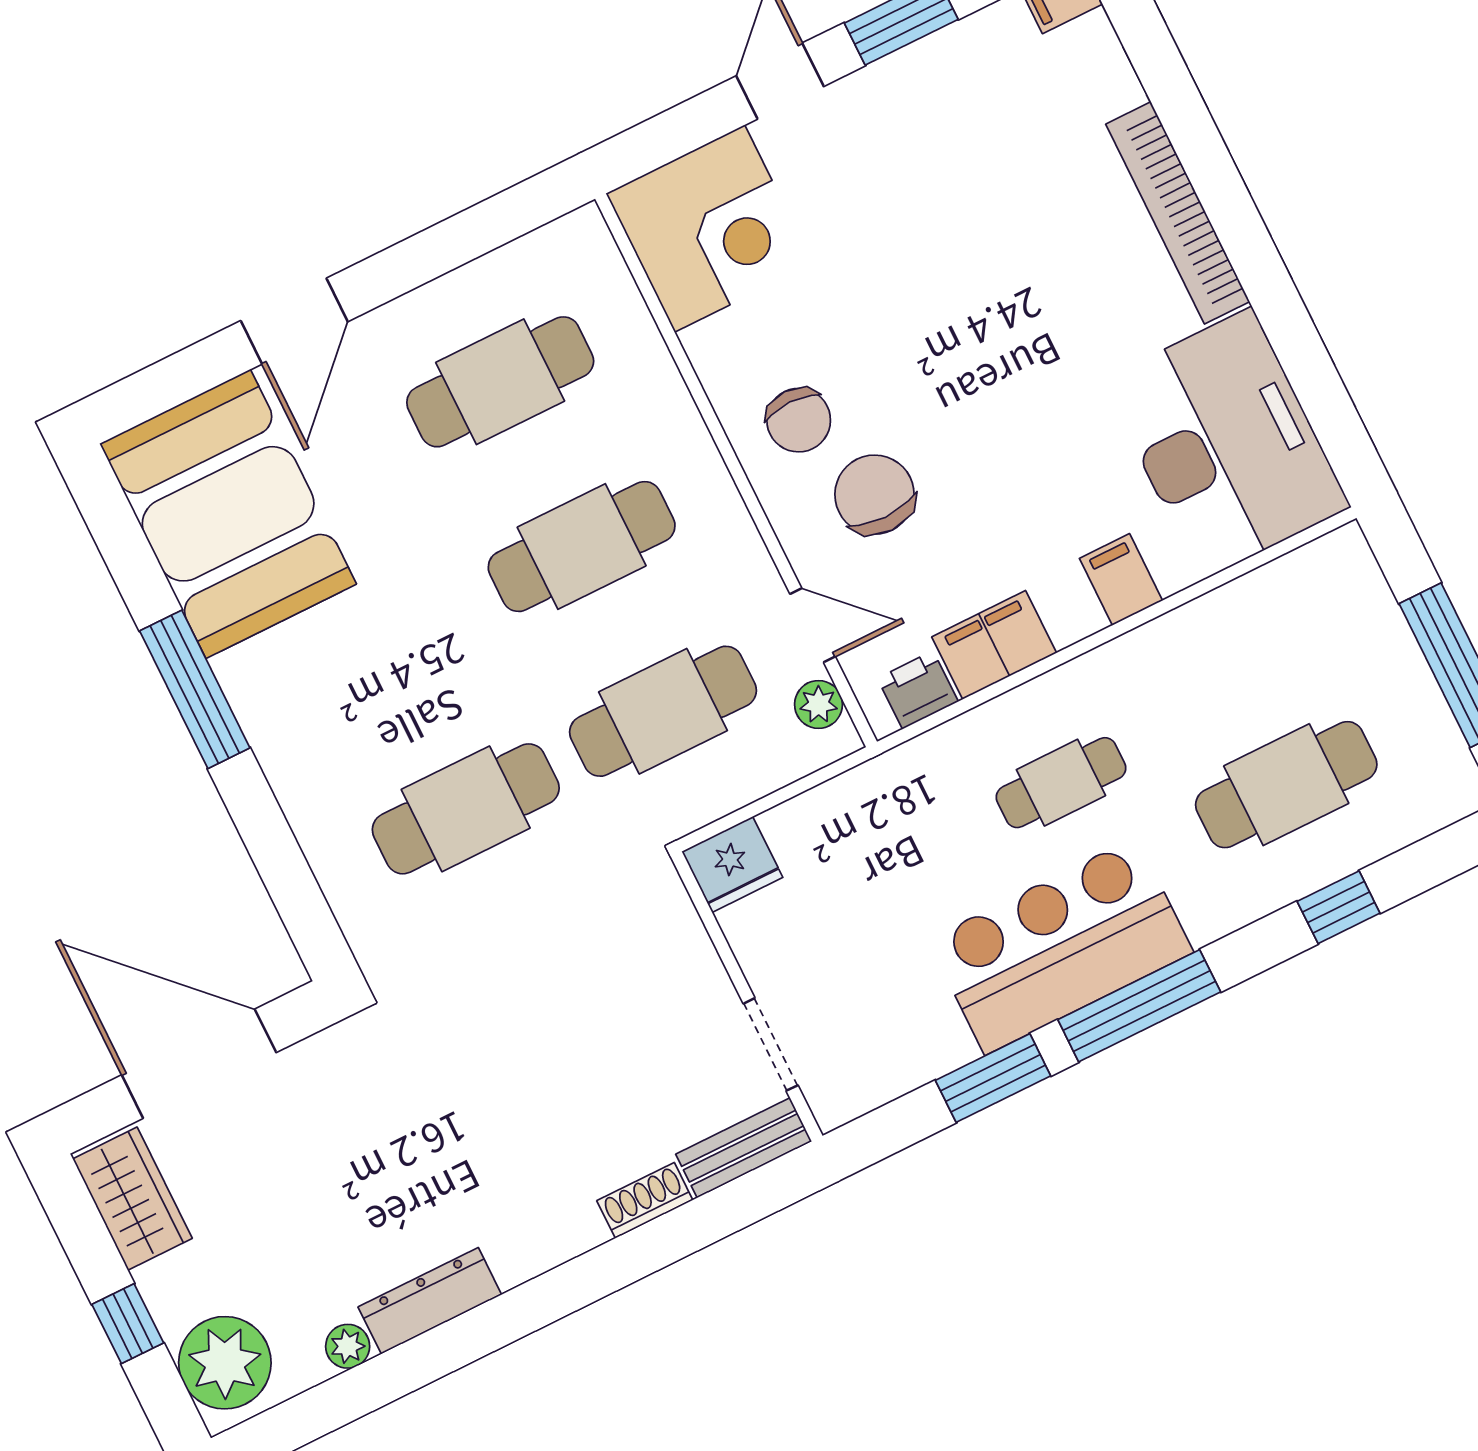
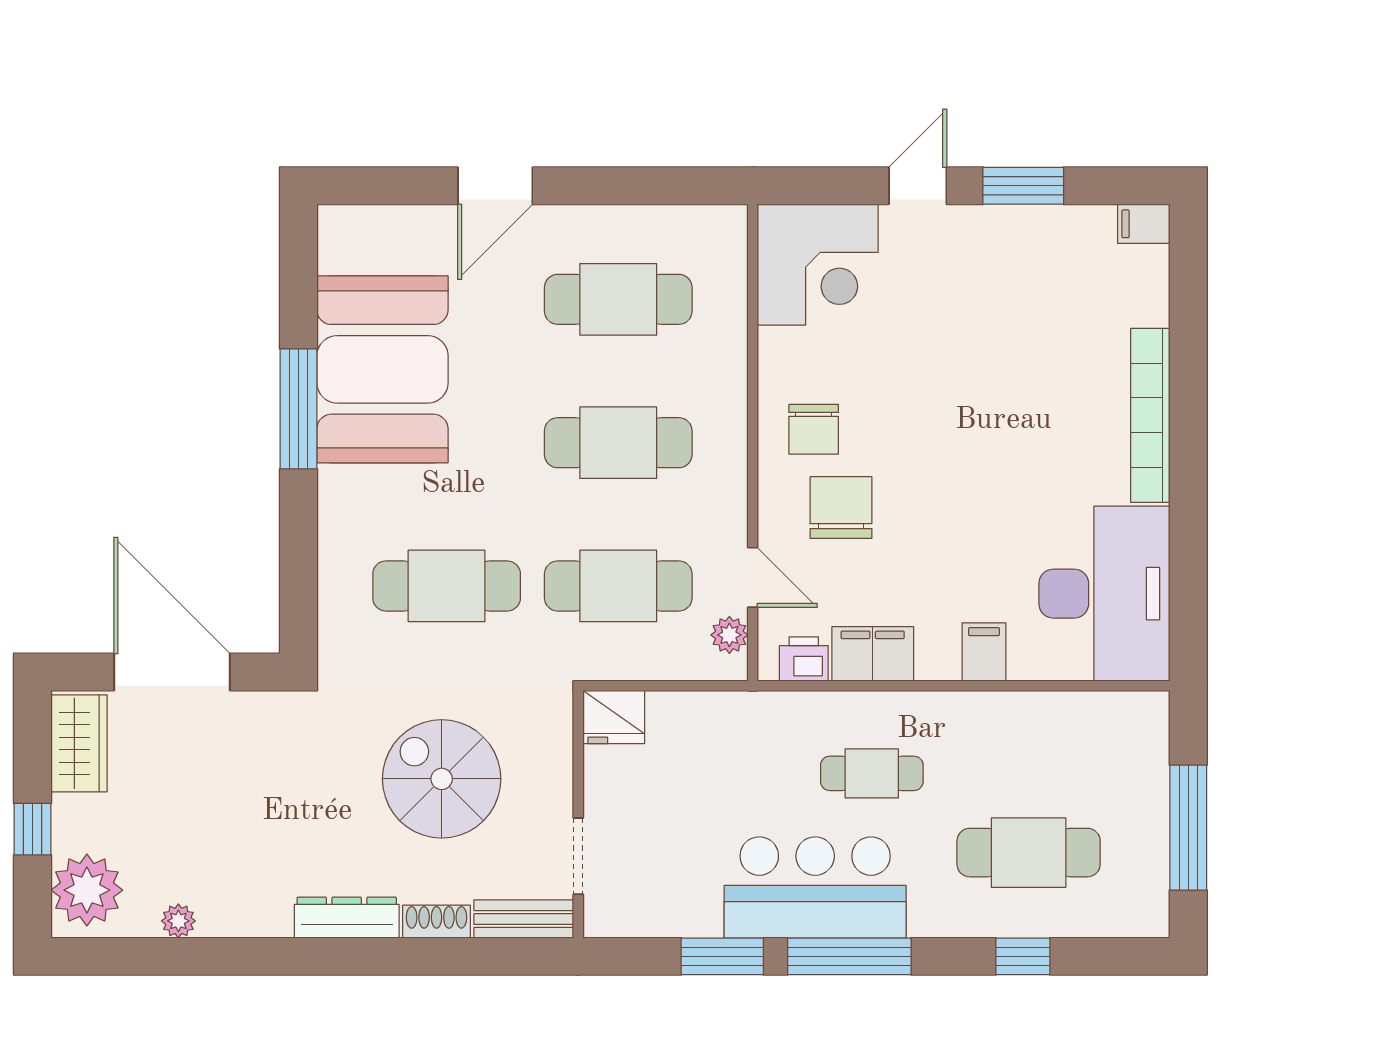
booth: (228, 514) -> (382, 369), moved
spiral stairs: (570, 1033) -> (442, 779), added
dresser: (430, 1301) -> (347, 918), moved

